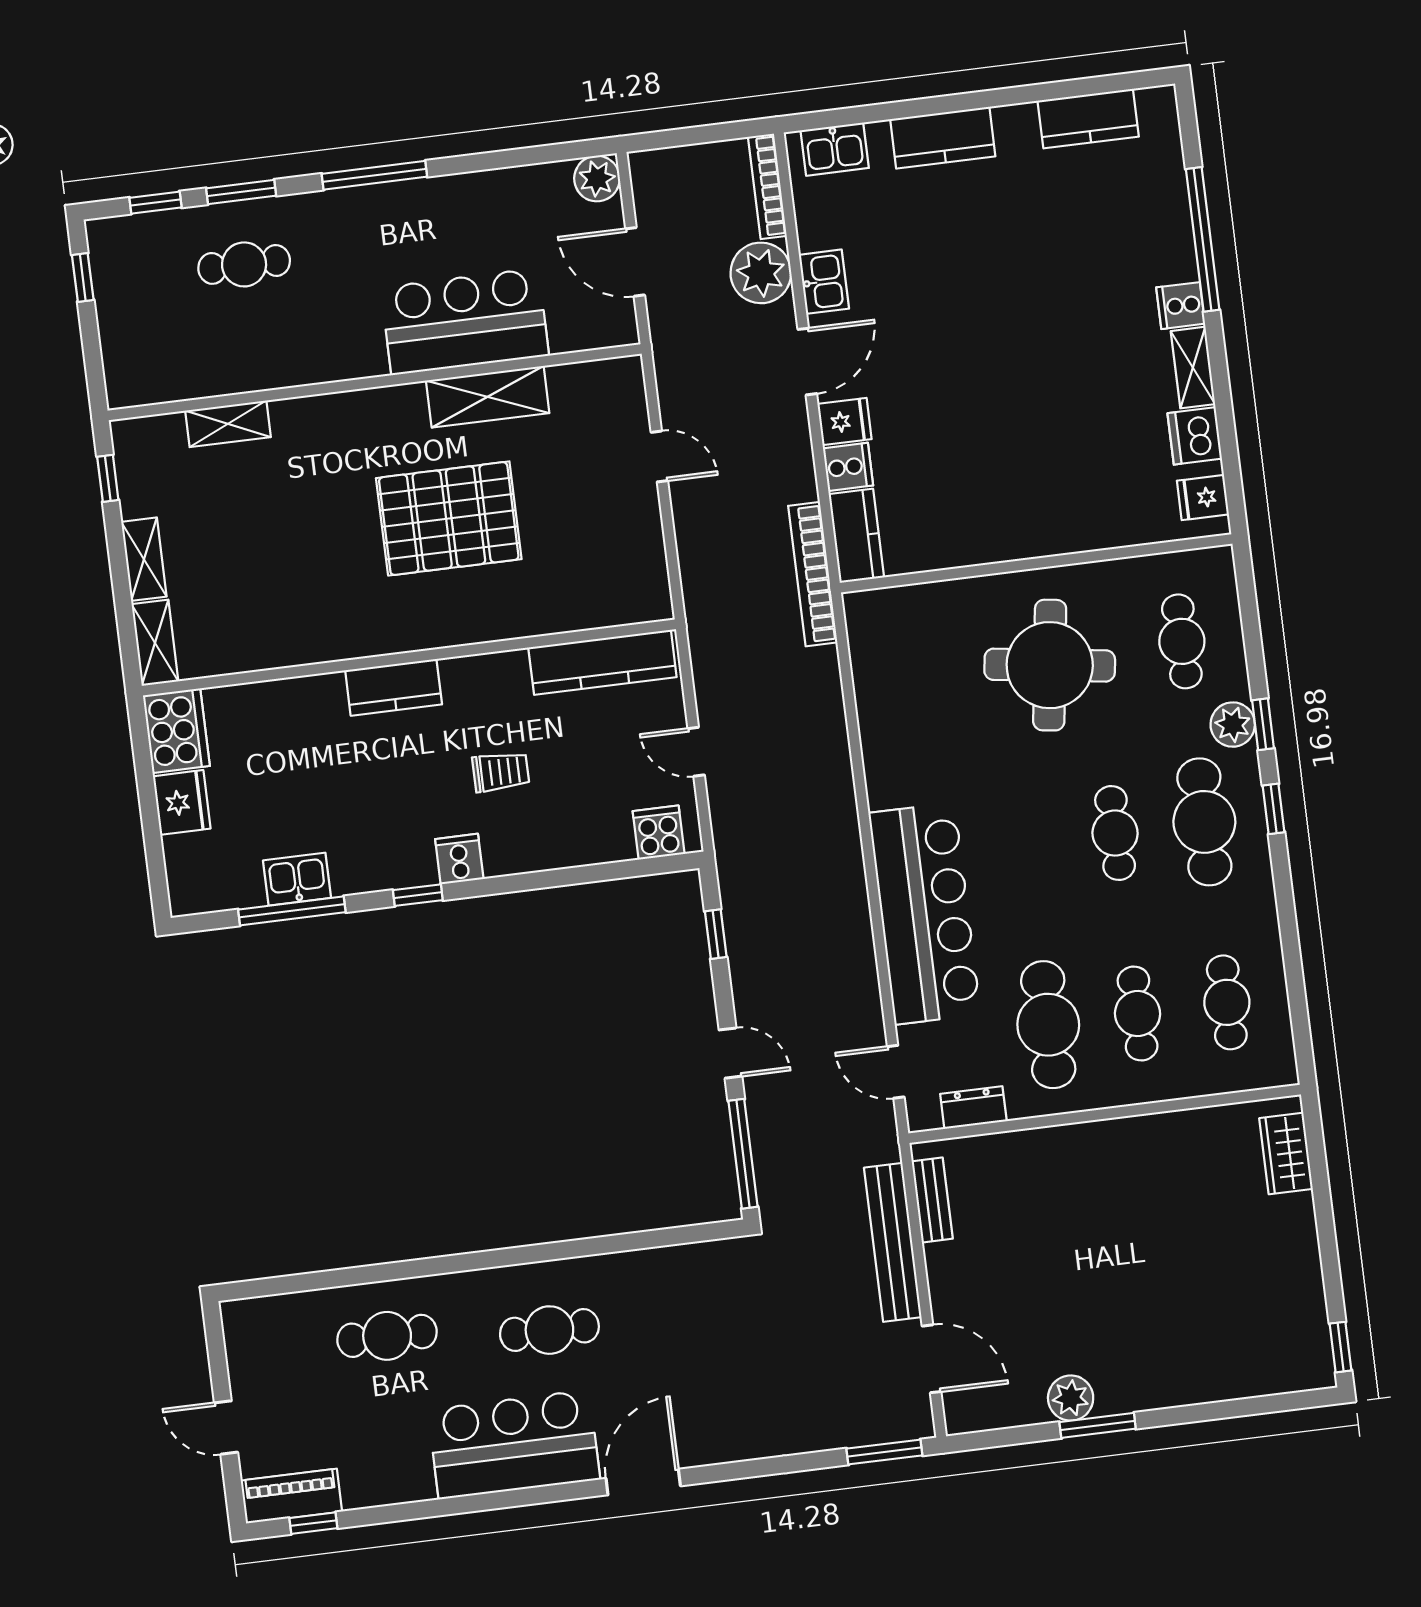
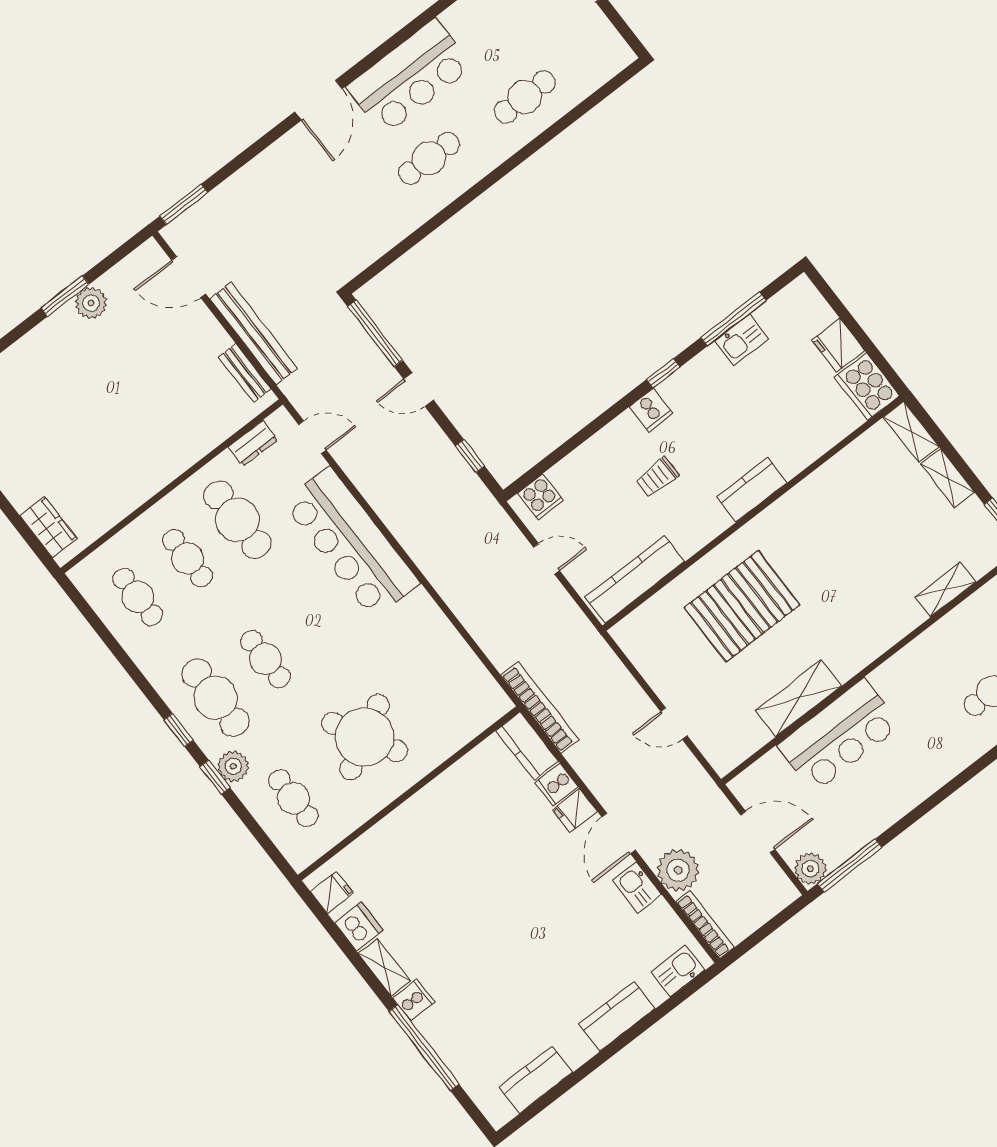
window: (374, 175) -> (850, 865), moved
pallet: (449, 519) -> (742, 606), moved
round table: (1050, 665) -> (365, 737), turned -37

